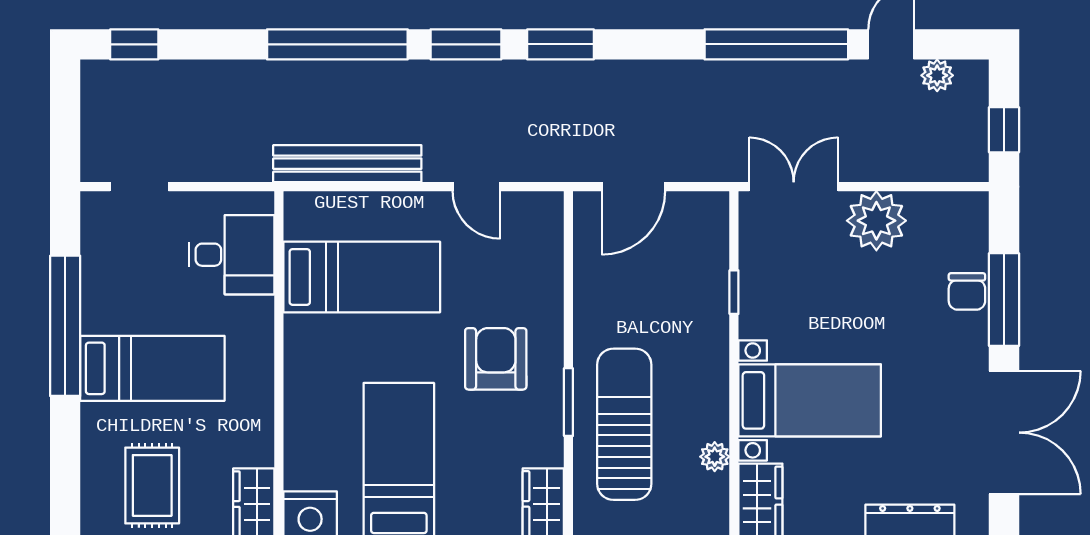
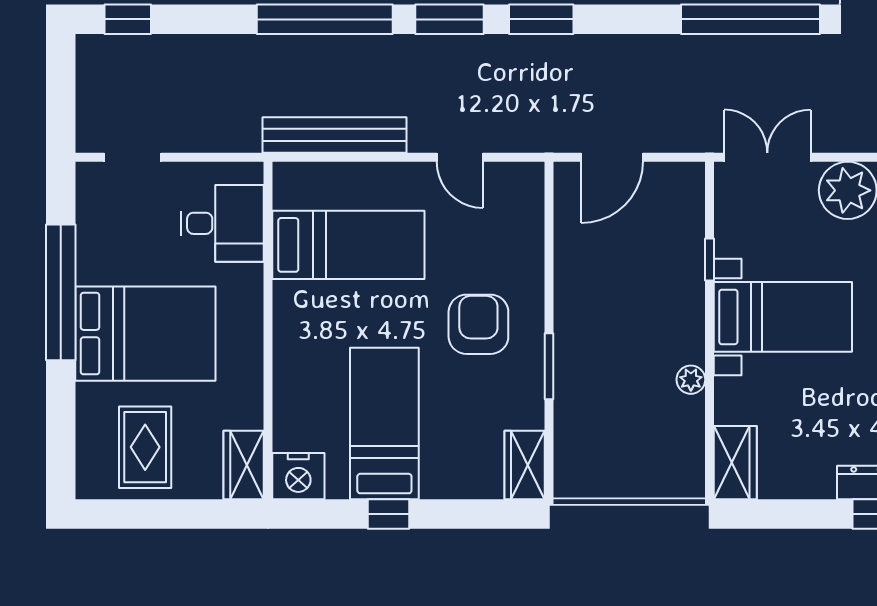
bed: (152, 368) -> (145, 334), width x1.50
bed with nightstands: (810, 400) -> (783, 317), moved
sun lounger: (624, 424) -> (603, 388), removed
plant: (715, 457) -> (691, 380), moved

